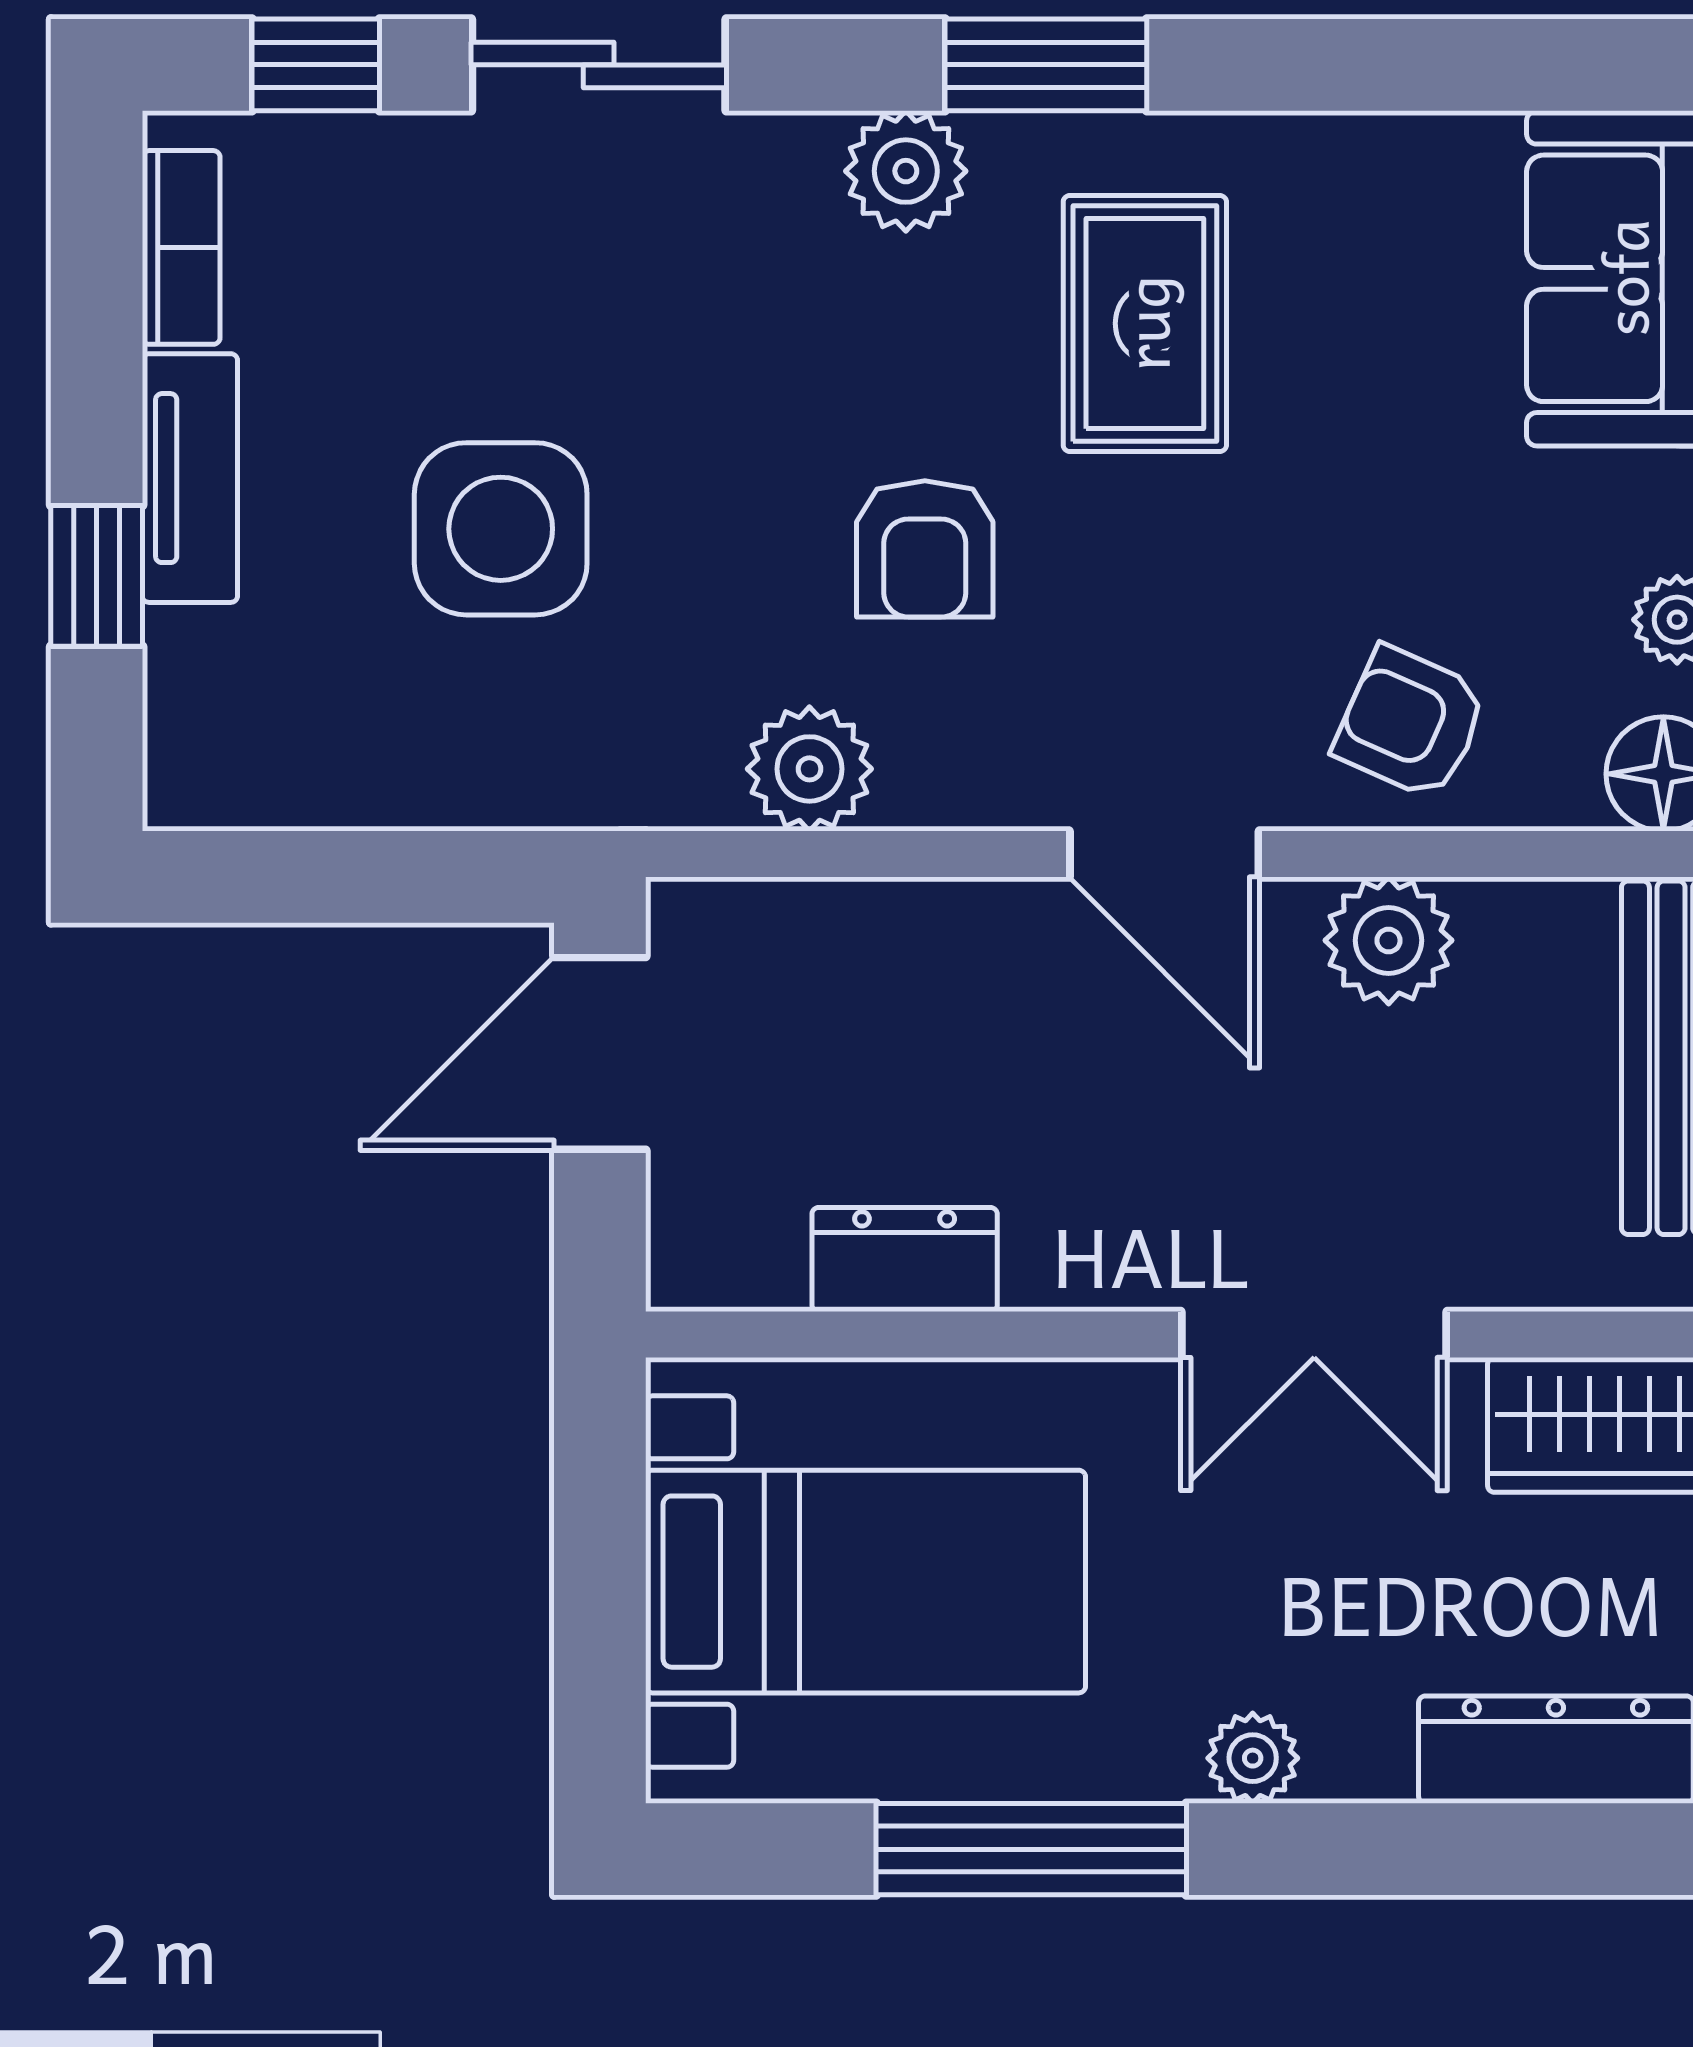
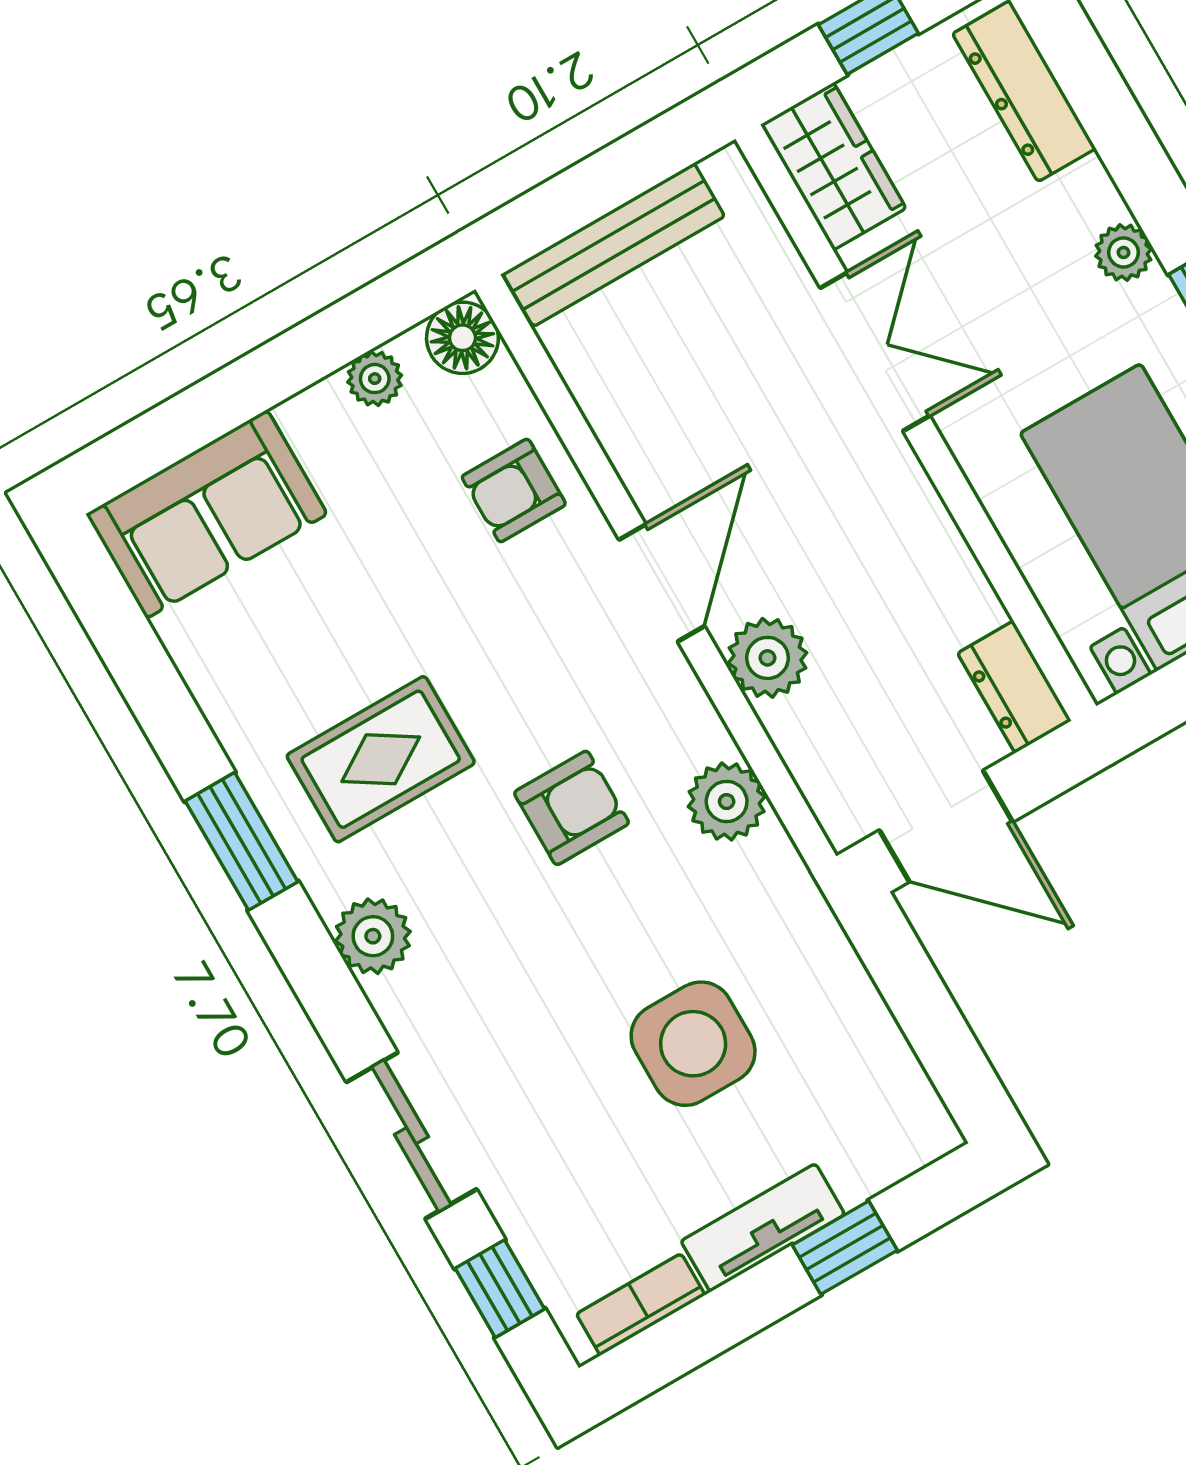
window: (1046, 65) -> (242, 841), moved
armchair: (1411, 723) -> (514, 491), turned 66
plant: (1389, 940) -> (767, 658), moved
dresser: (905, 1259) -> (1014, 687), moved

